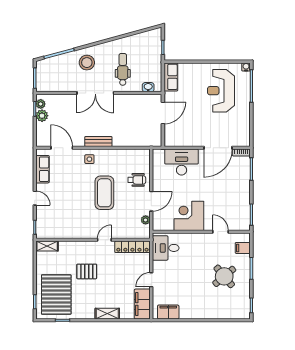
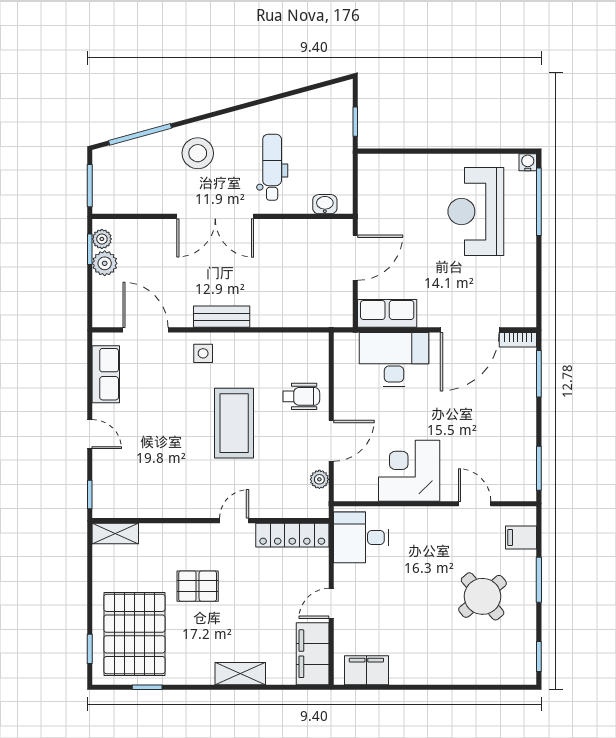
row of seats: (171, 77) -> (387, 313), moved, turned -90

